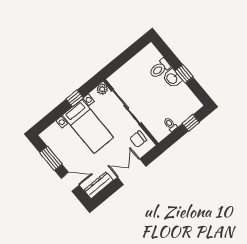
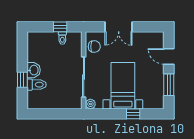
window: (184, 74) -> (22, 80), moved
window: (75, 98) -> (133, 114), moved
window: (191, 123) -> (60, 27), moved
dresser: (99, 185) -> (150, 37), removed

